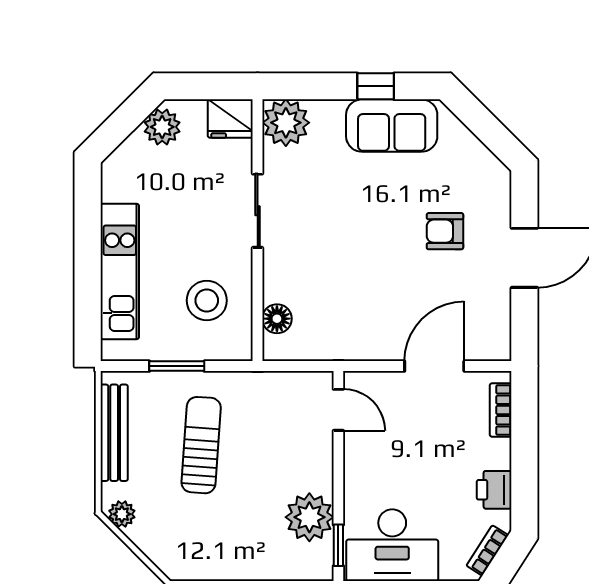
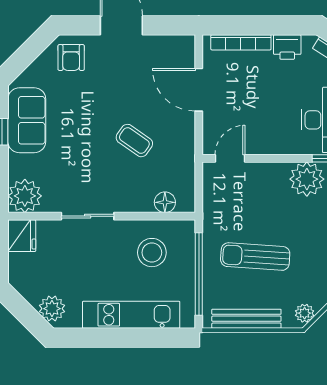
plant: (162, 127) -> (52, 309), moved
armchair: (445, 231) -> (71, 58), moved
coffee table: (363, 276) -> (134, 141), added
window: (177, 366) -> (199, 274), width x2.11
bookcase: (501, 410) -> (241, 42), width x1.56

